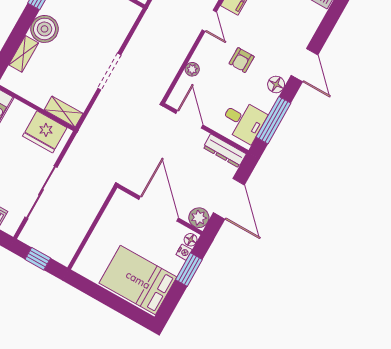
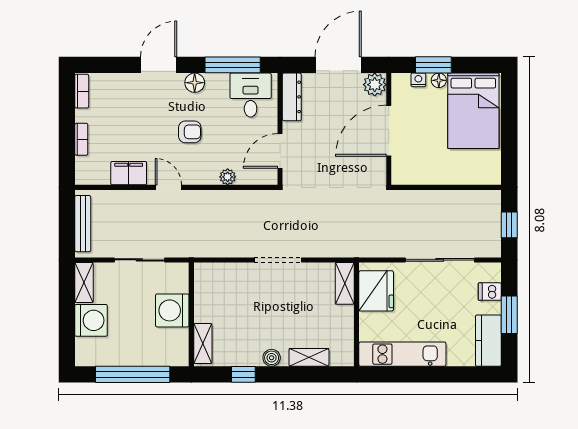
door: (209, 21) -> (168, 187), hinge flipped
boiler: (44, 29) -> (272, 358), width x0.54, depth x0.54
floor lamp: (191, 240) -> (439, 80), moved

